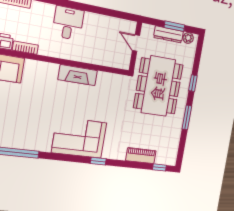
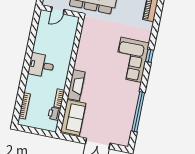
fireplace: (78, 75) -> (76, 85), moved
window: (98, 161) -> (150, 56), moved

